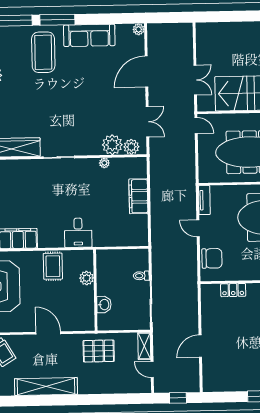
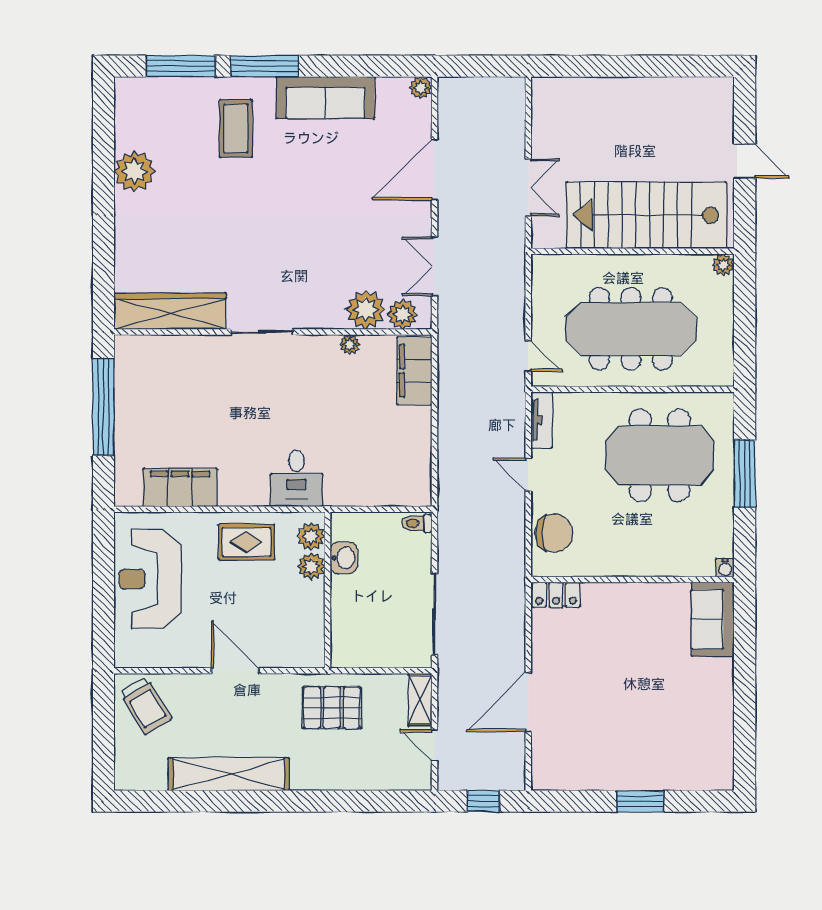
coffee table: (43, 52) -> (236, 128), width x0.73, depth x0.76
double door: (147, 122) -> (434, 266), swing flipped
door: (196, 125) -> (528, 356), moved
filing cabinet: (138, 196) -> (414, 371), moved
plant: (86, 263) -> (311, 536), added
rug: (53, 266) -> (246, 542), turned 90
toilet: (141, 276) -> (417, 523), moved
locker: (233, 290) -> (556, 595), moved
washbasin: (104, 305) -> (344, 558), moved
door: (200, 346) -> (528, 702), width x1.36

